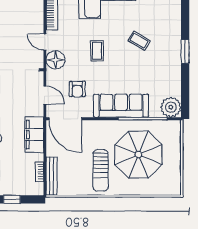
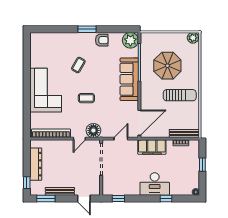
armchair: (77, 89) -> (102, 40), moved
parasol: (138, 155) -> (167, 66), width x0.73, depth x0.73
plant: (174, 187) -> (193, 38), added

